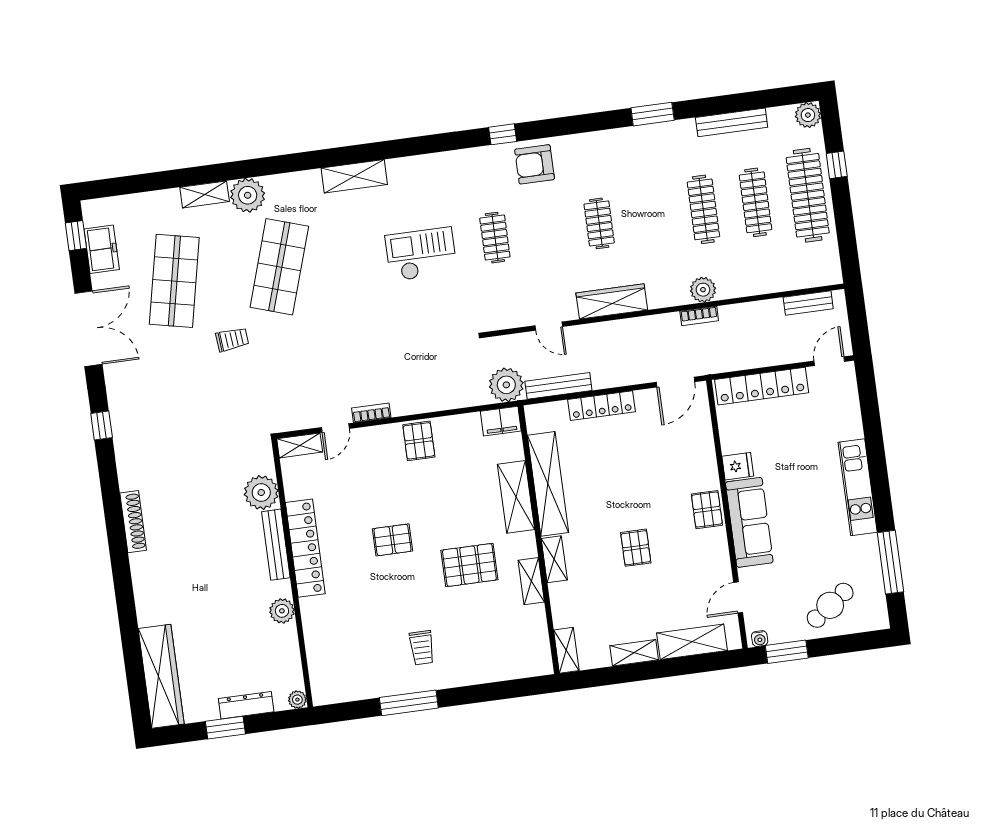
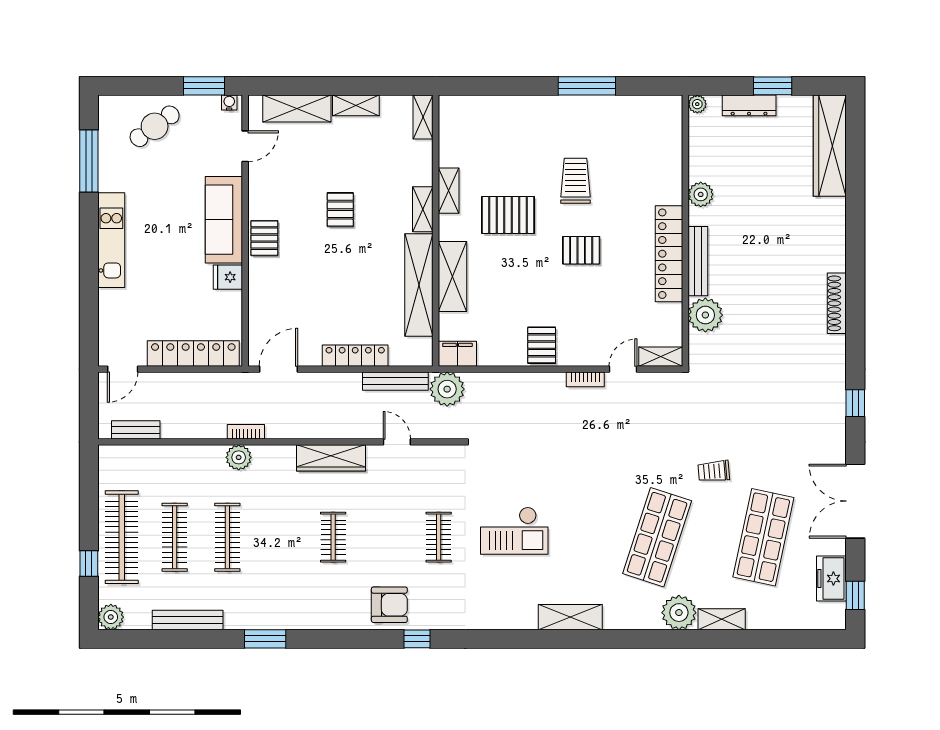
trolley: (422, 648) -> (576, 181), moved, width x1.36, depth x1.39

